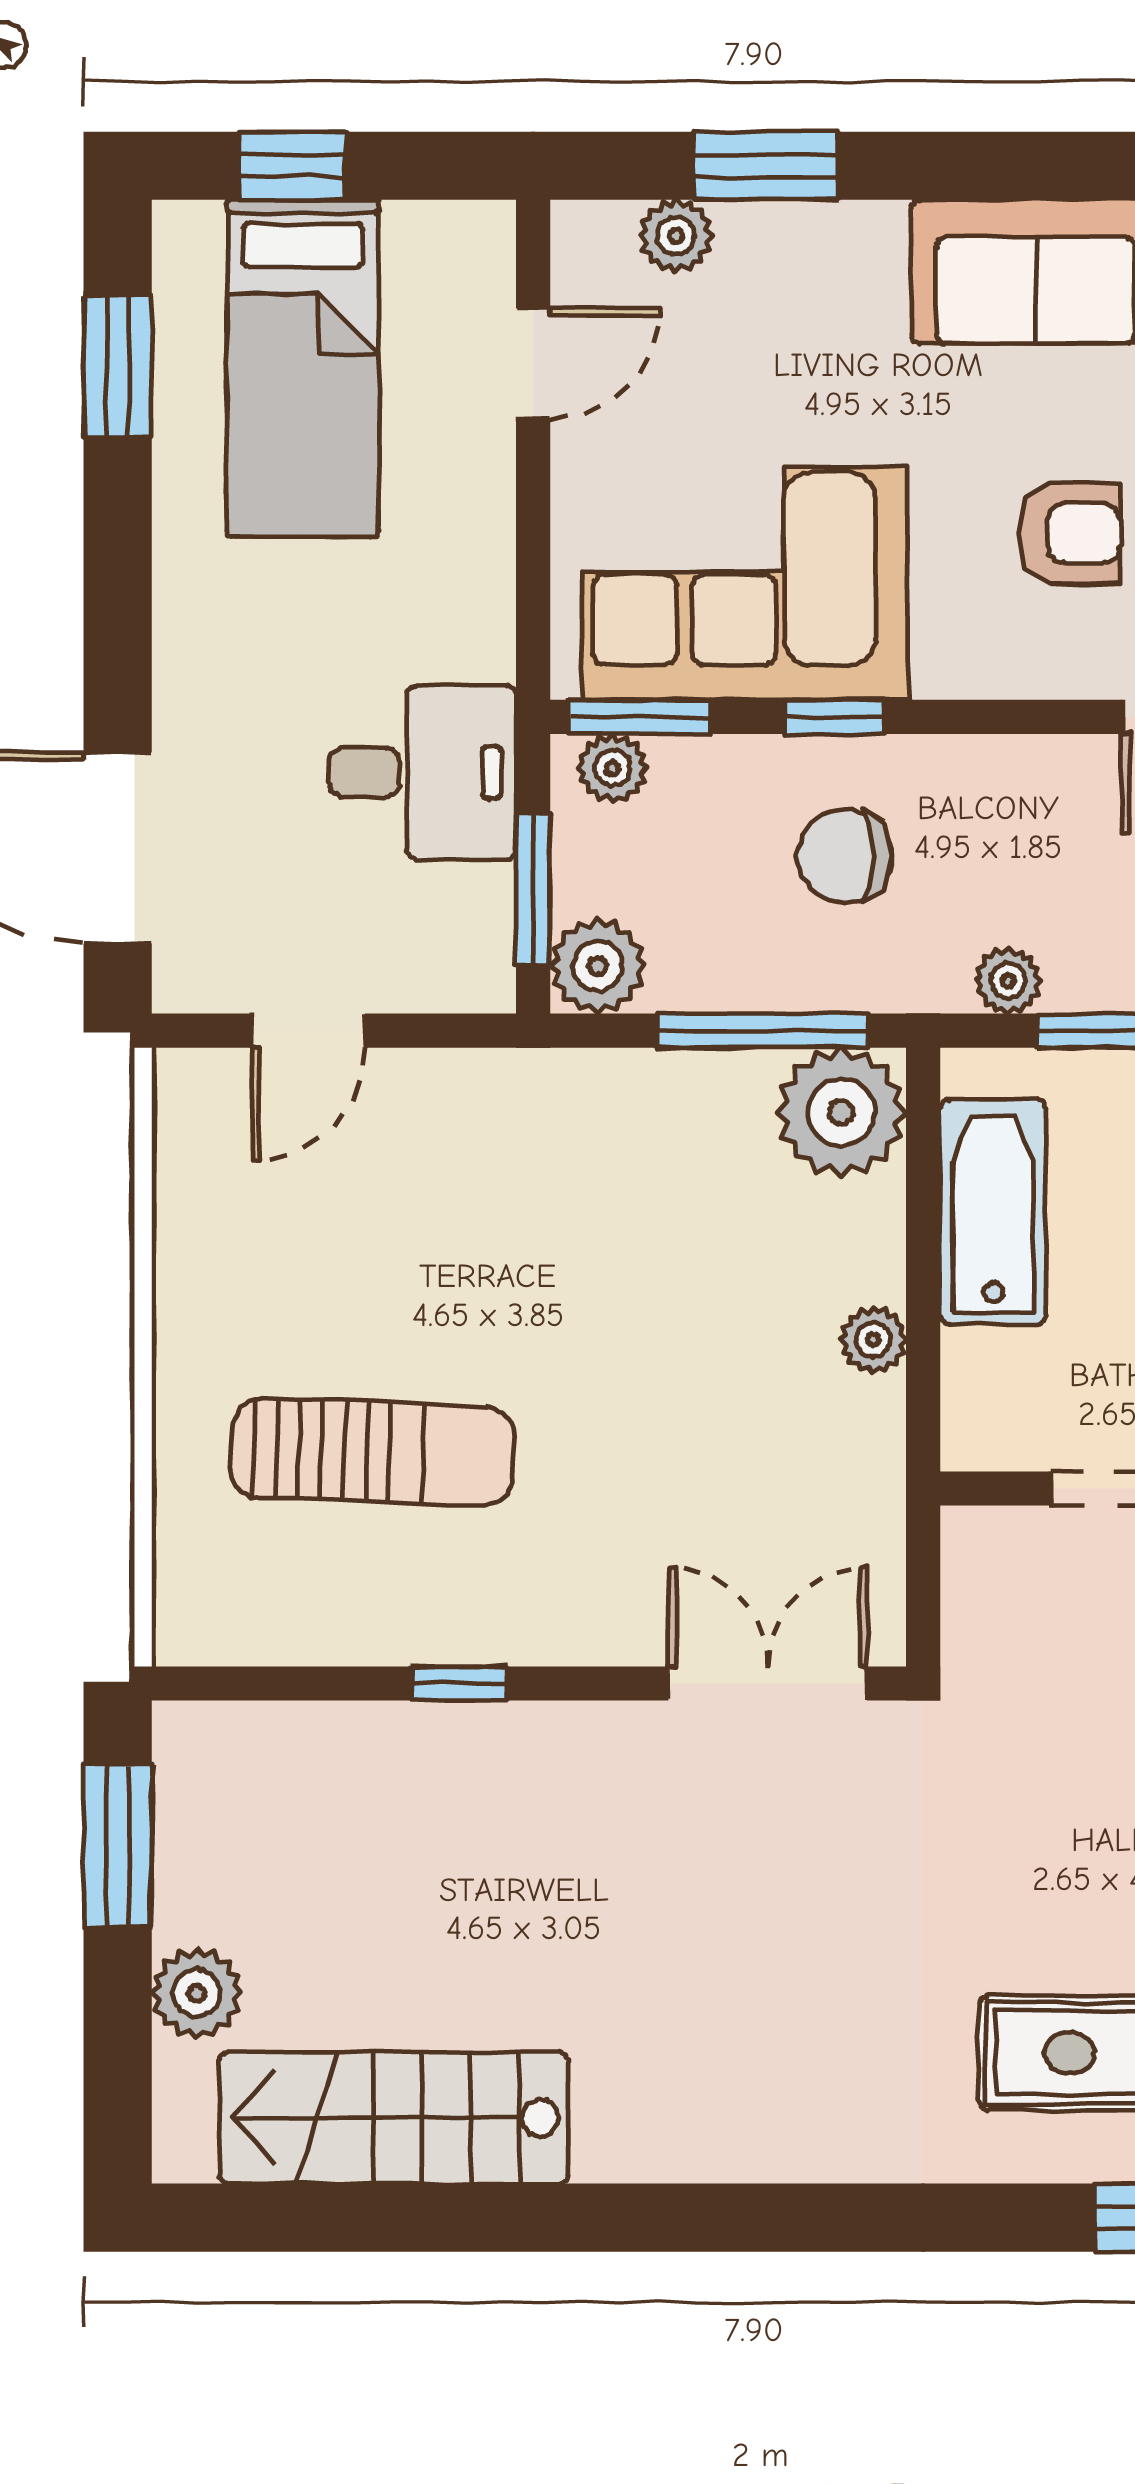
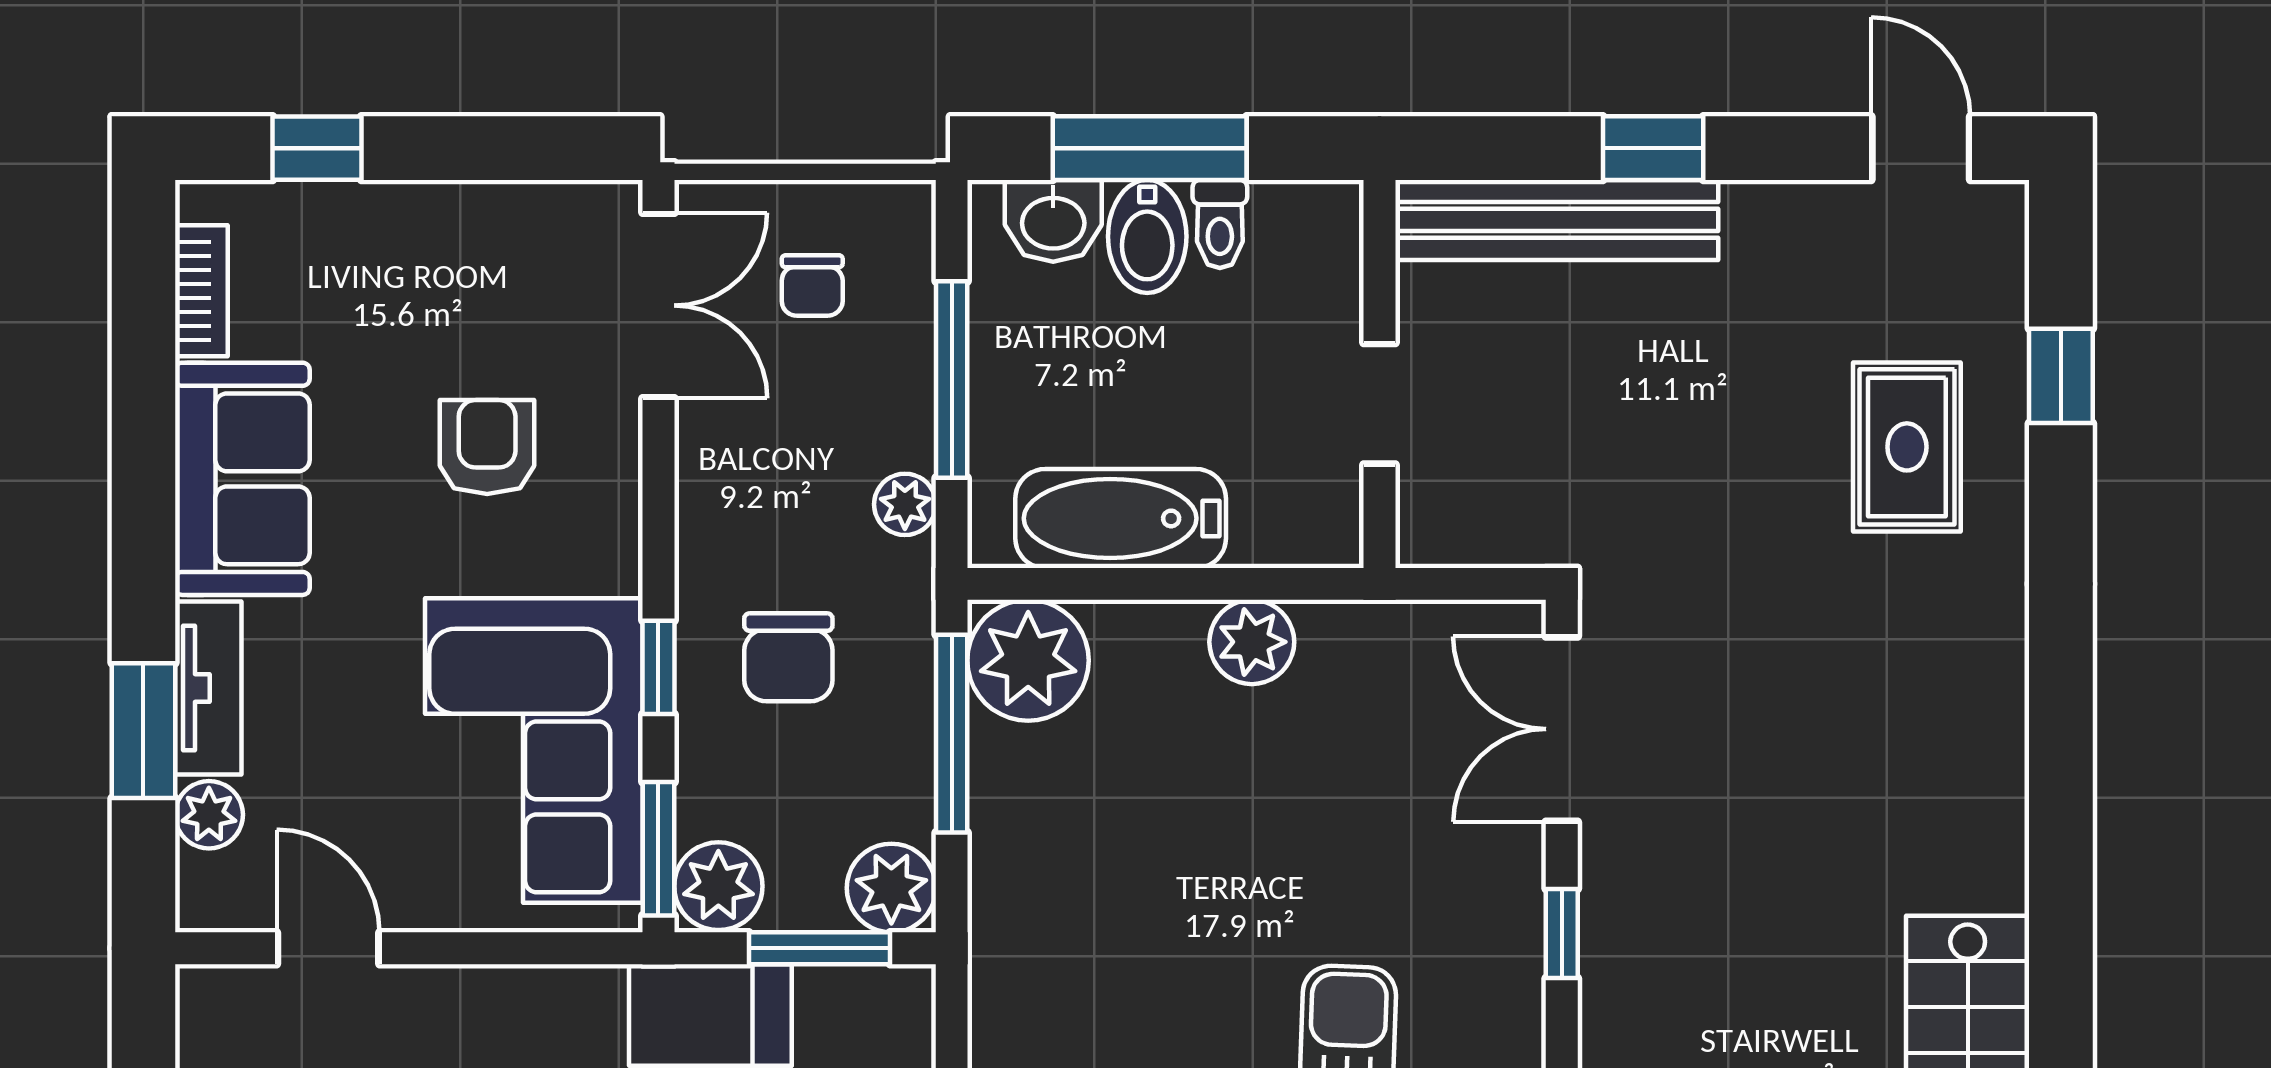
tv unit: (812, 235) -> (208, 688), added
plant: (612, 768) -> (718, 886), width x1.38, depth x1.38
plant: (873, 1339) -> (1252, 642), width x1.38, depth x1.38
window: (459, 1683) -> (1562, 933), moved

